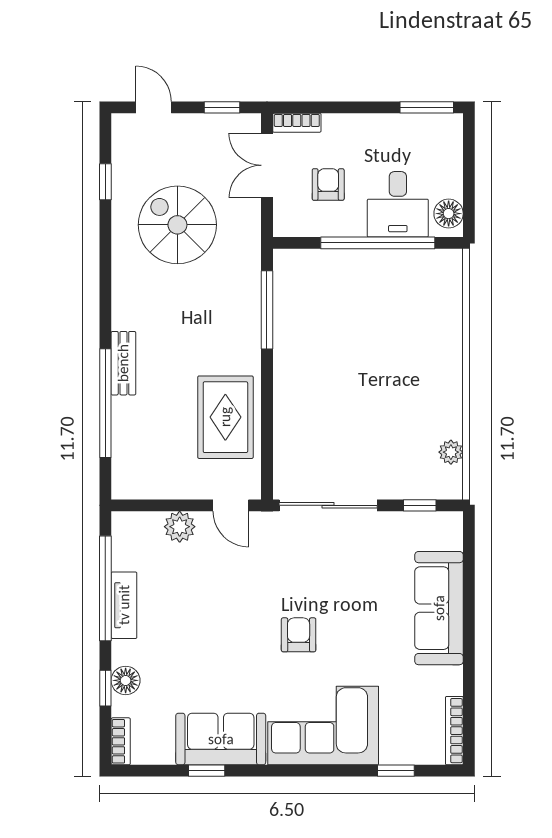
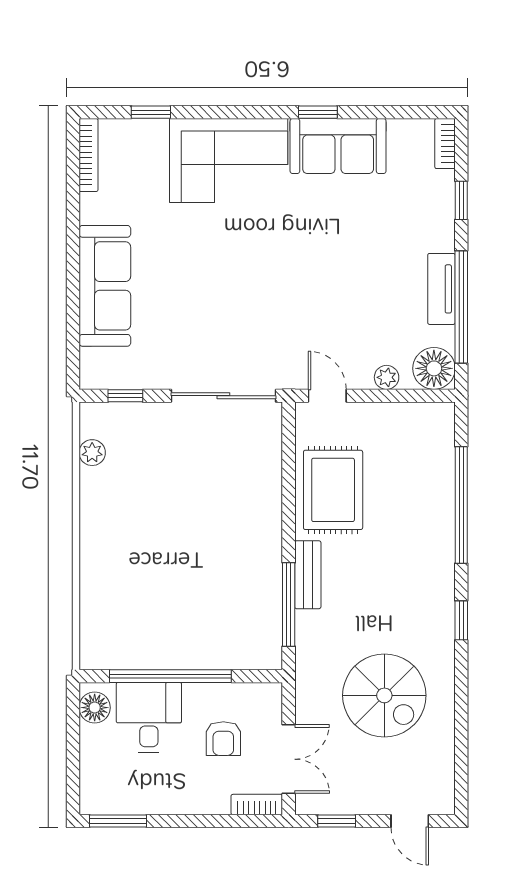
window: (105, 182) -> (461, 620), moved
bench: (123, 363) -> (308, 575), moved
plant: (180, 527) -> (387, 377), width x0.73, depth x0.73
armchair: (299, 635) -> (255, 257), removed
floor lamp: (126, 680) -> (434, 368), moved, width x1.38, depth x1.38
window: (207, 771) -> (318, 112), moved

